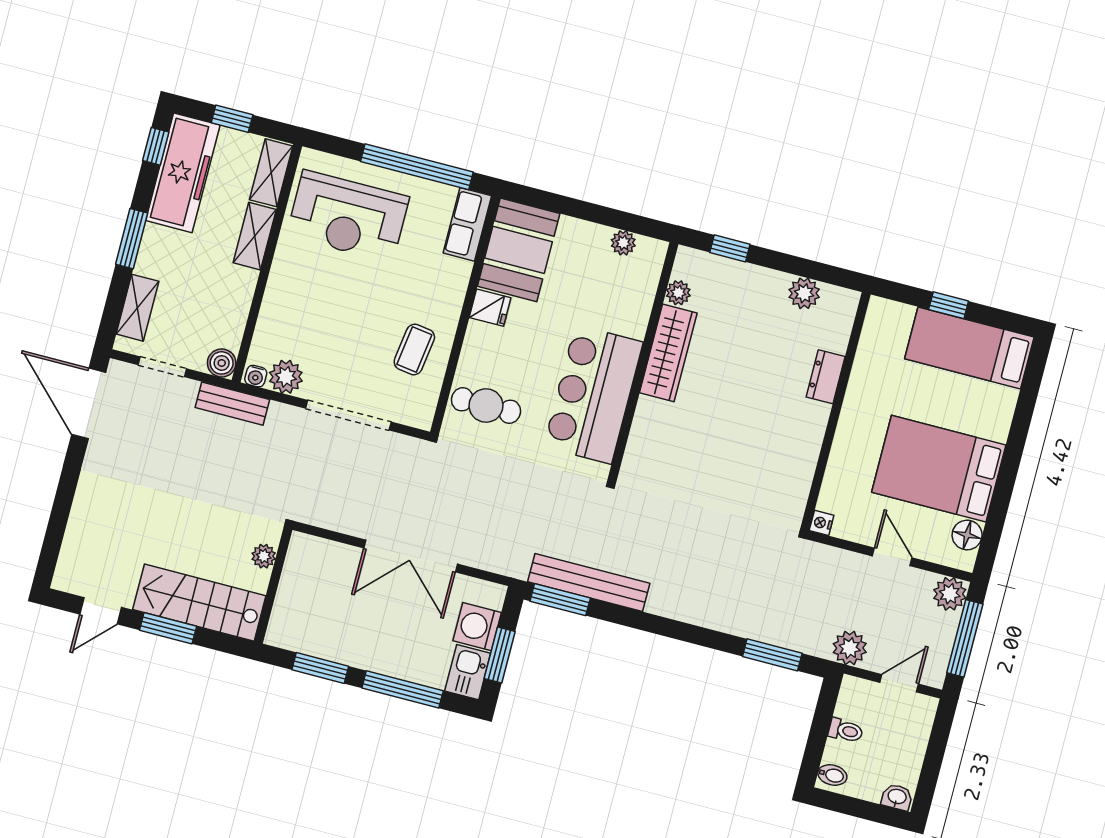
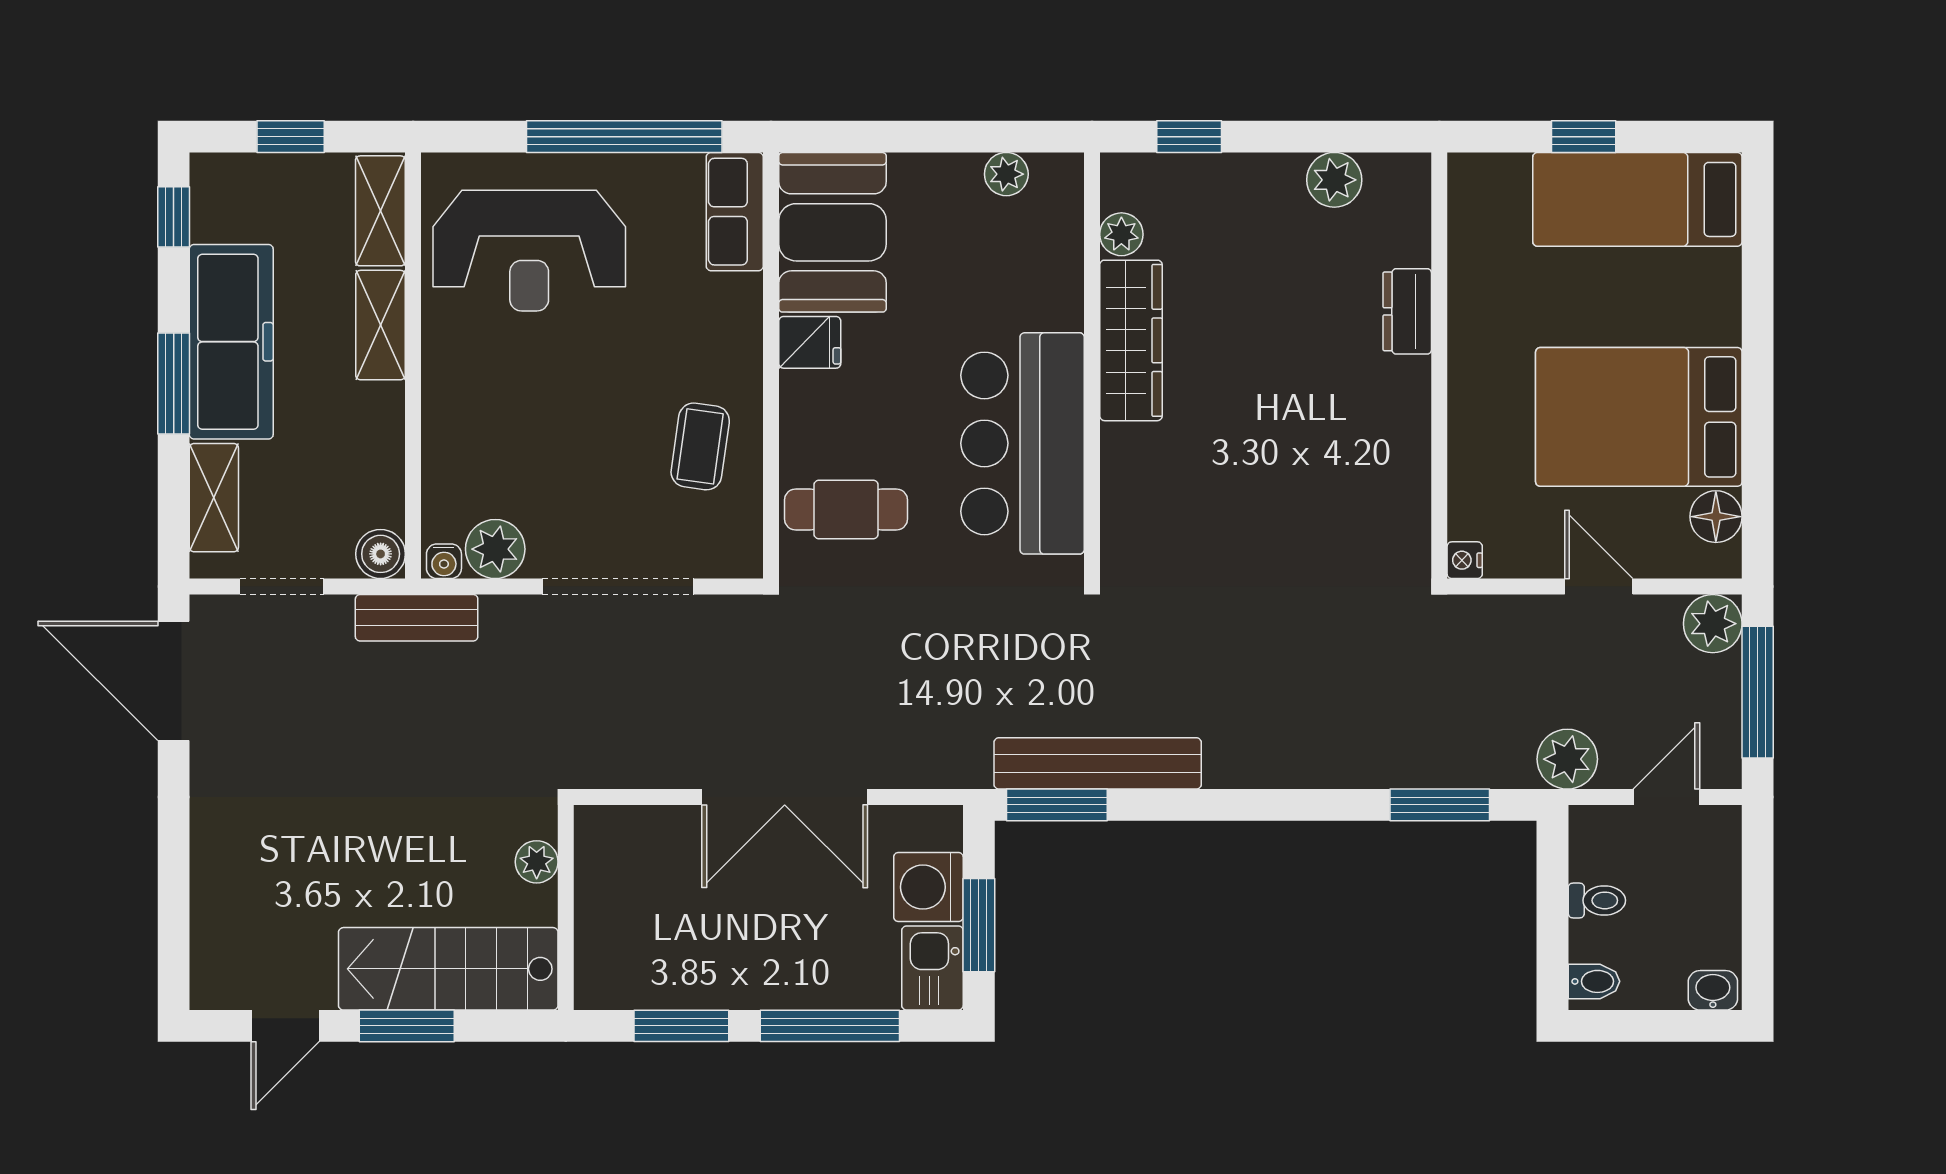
freezer: (183, 173) -> (231, 342), moved

